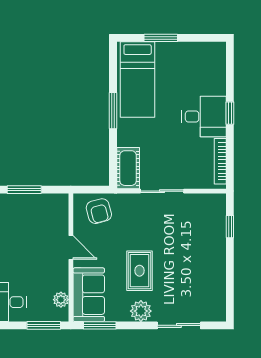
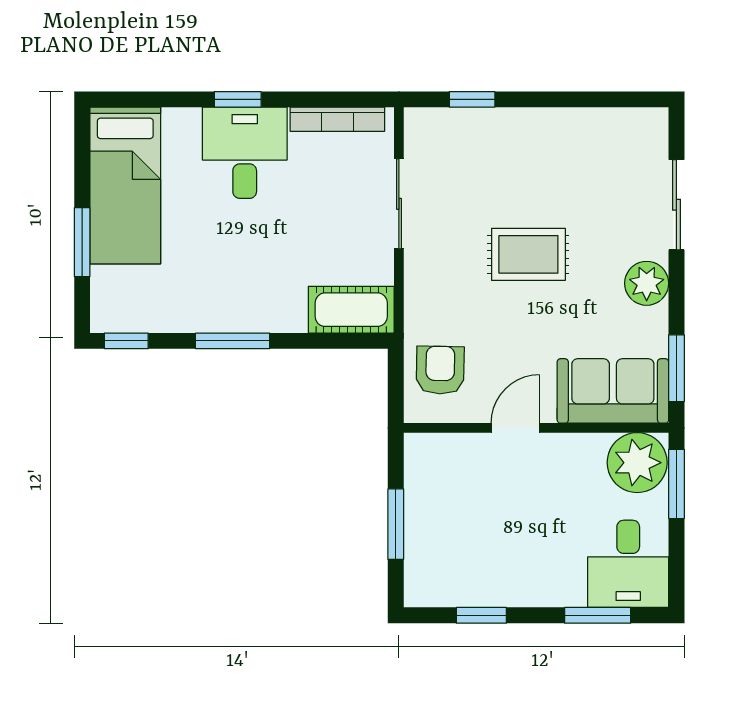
window: (113, 59) -> (126, 341), added
bed: (138, 80) -> (125, 186), moved, turned 90
sliding door: (162, 191) -> (399, 204), moved
armchair: (99, 211) -> (440, 370), turned -74
rug: (140, 271) -> (528, 254), moved
plant: (61, 300) -> (637, 463), width x1.88, depth x1.88

